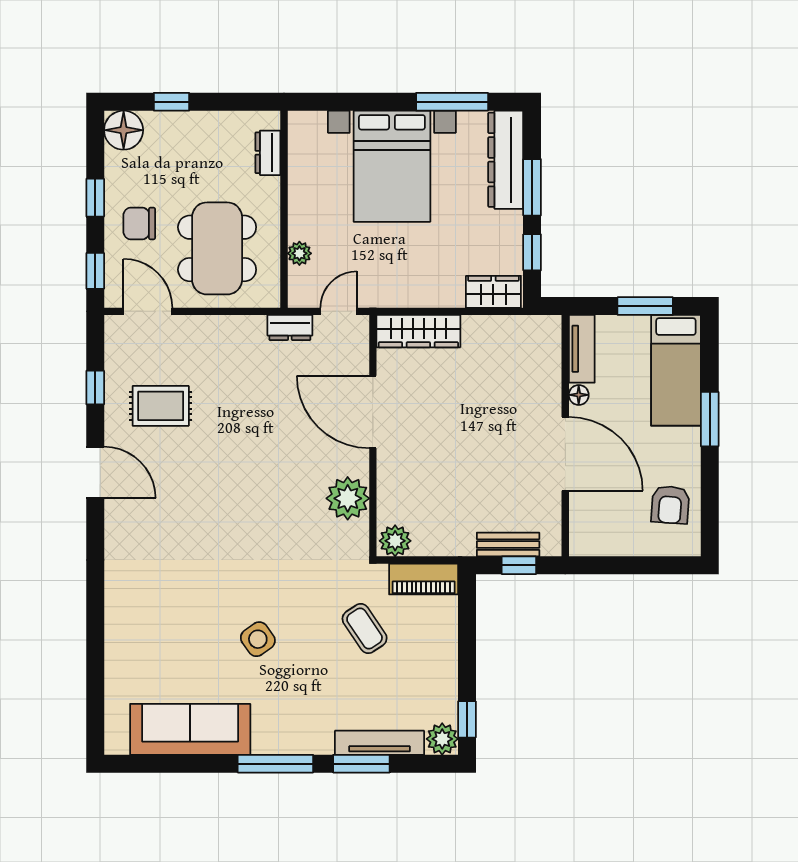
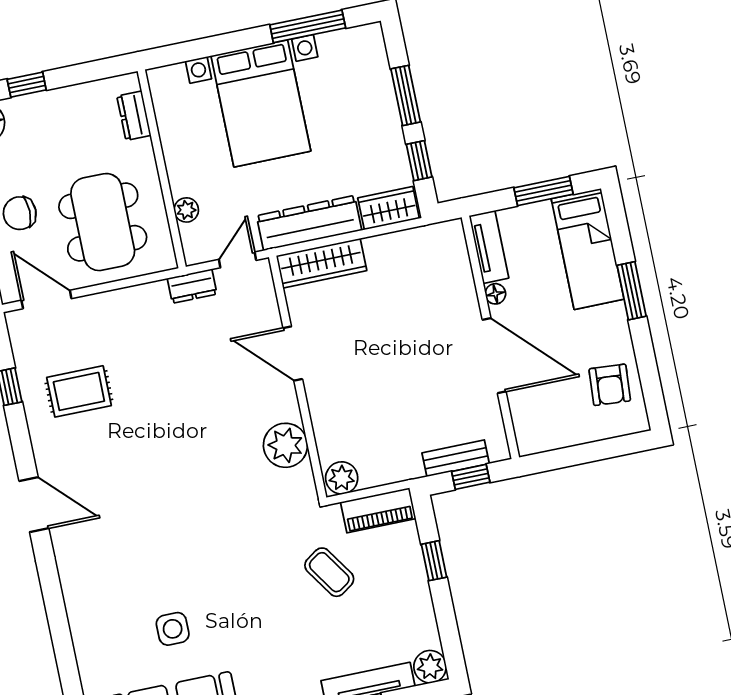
dresser: (506, 160) -> (309, 223), moved, turned 90
door: (373, 412) -> (293, 354), width x0.73
door: (95, 472) -> (34, 505), moved
side table: (258, 639) -> (173, 629), moved, turned 35
window: (467, 719) -> (434, 561), moved

